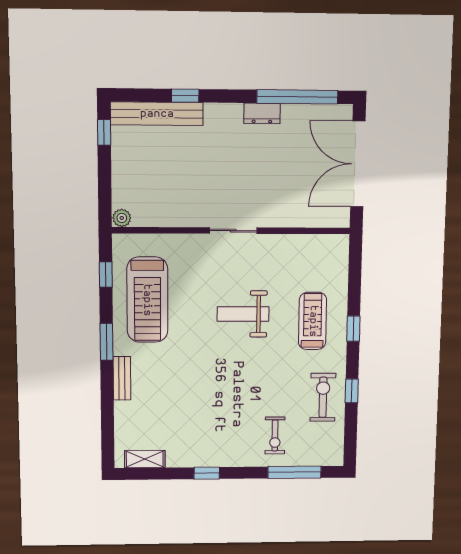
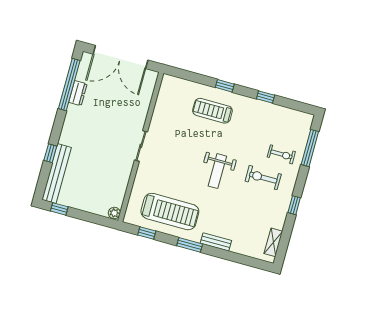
dresser: (262, 113) -> (78, 93), moved
weight bench: (243, 314) -> (217, 171), moved
exercise bike: (323, 397) -> (263, 178), moved

